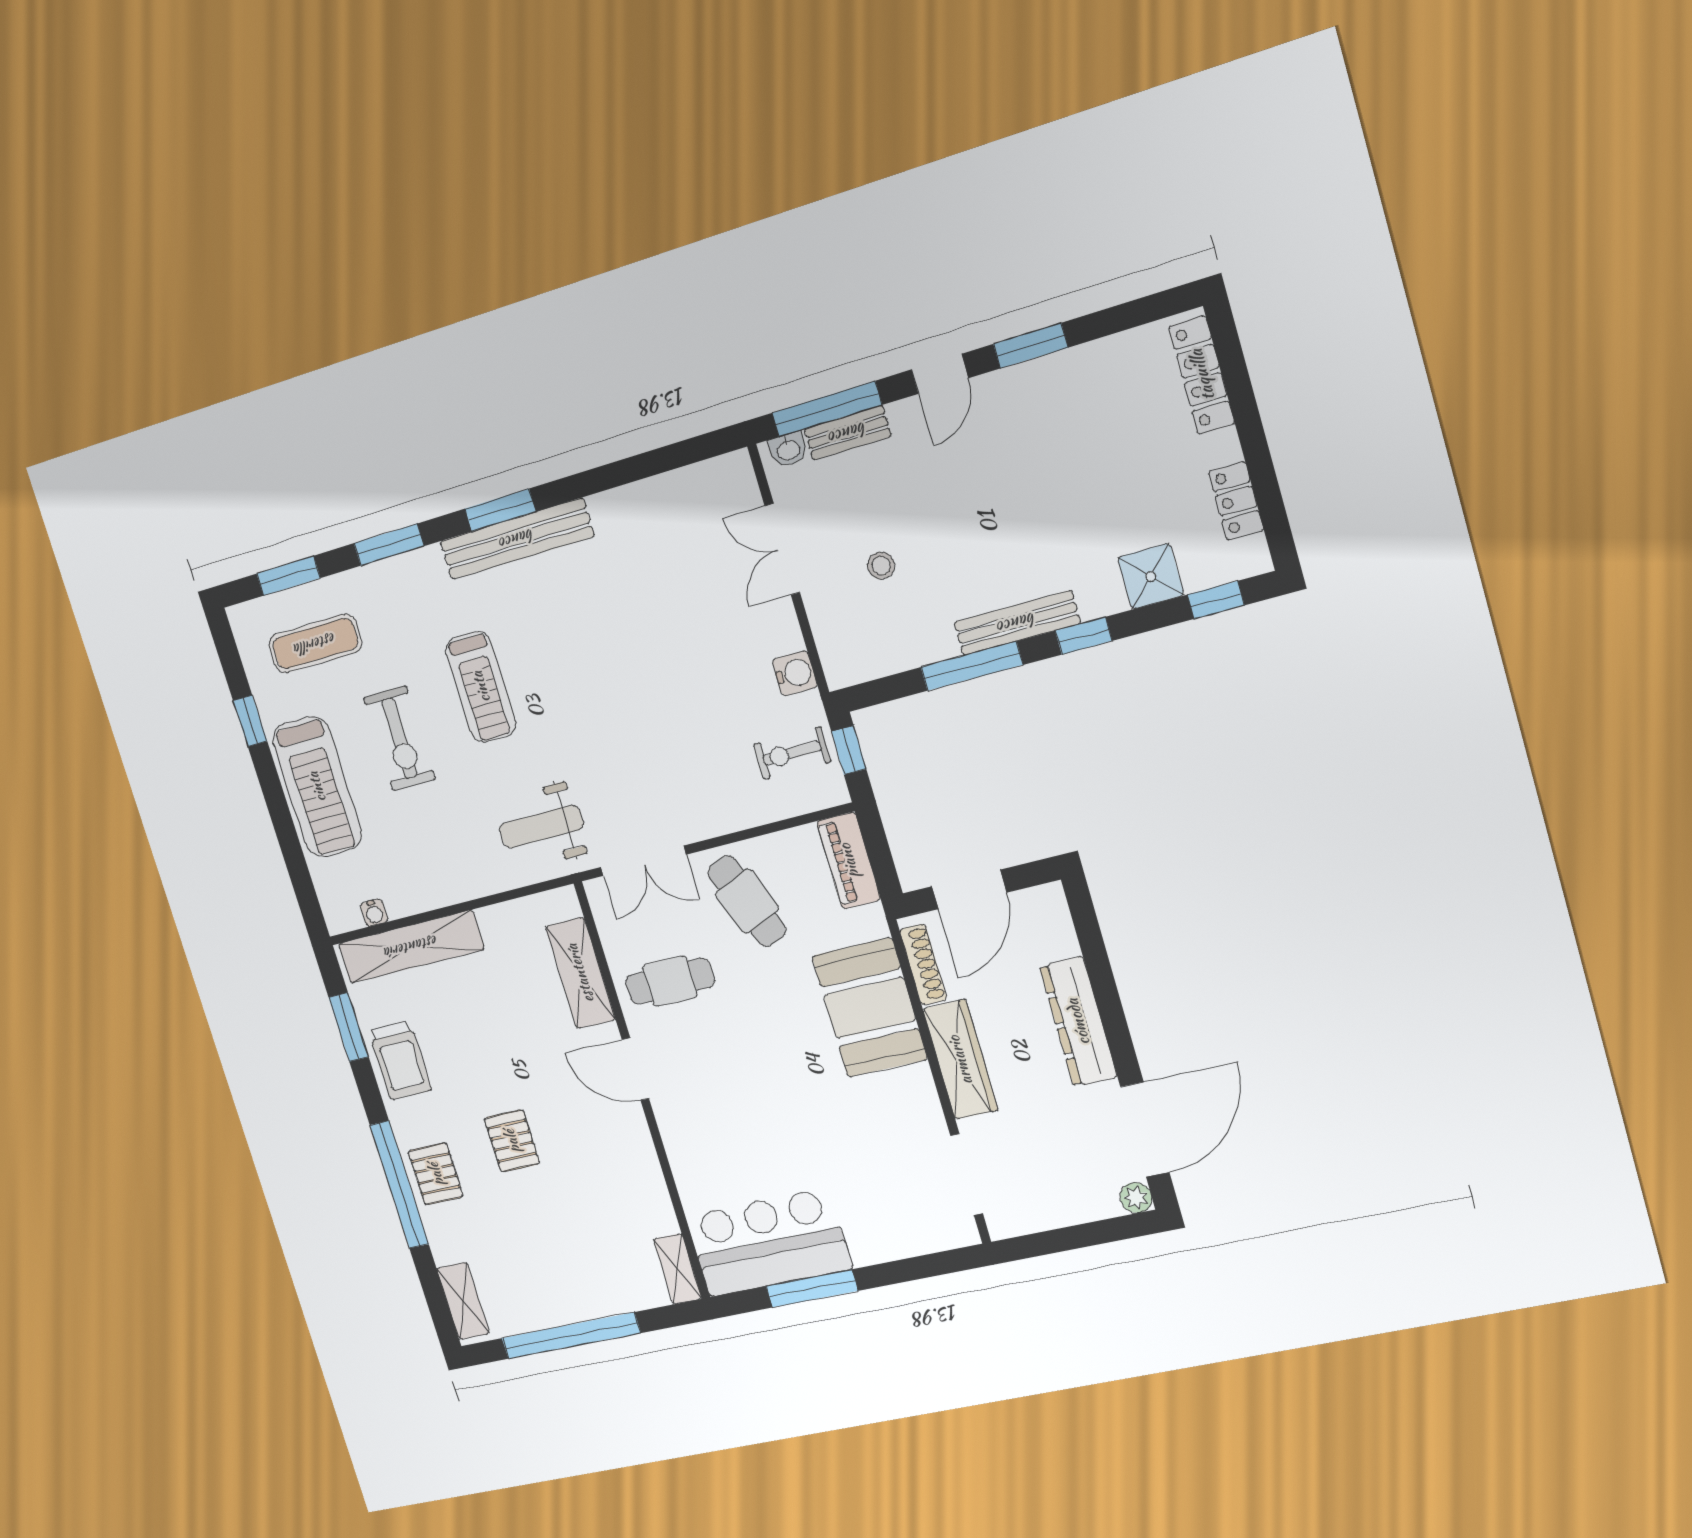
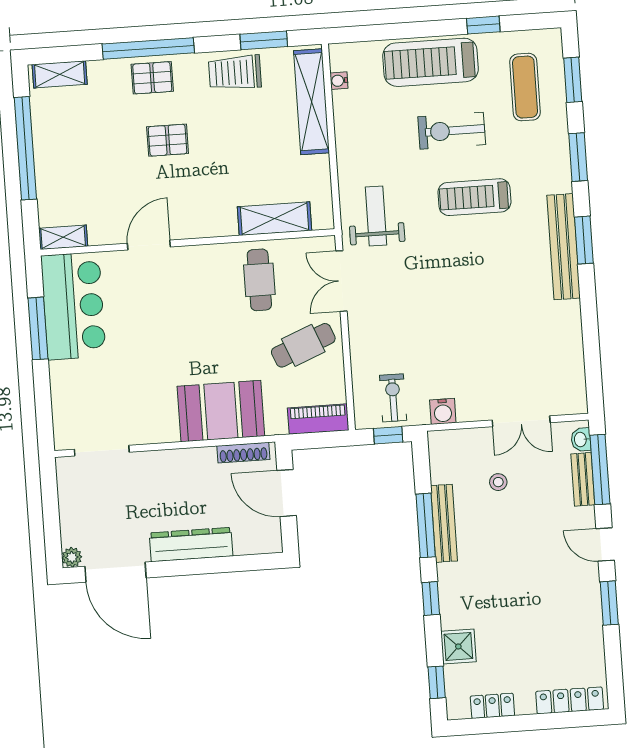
double door: (782, 549) -> (521, 421), swing flipped
bench: (1017, 623) -> (444, 523), moved
wardrobe: (960, 1060) -> (178, 463), removed
door: (635, 1069) -> (149, 245), moved

